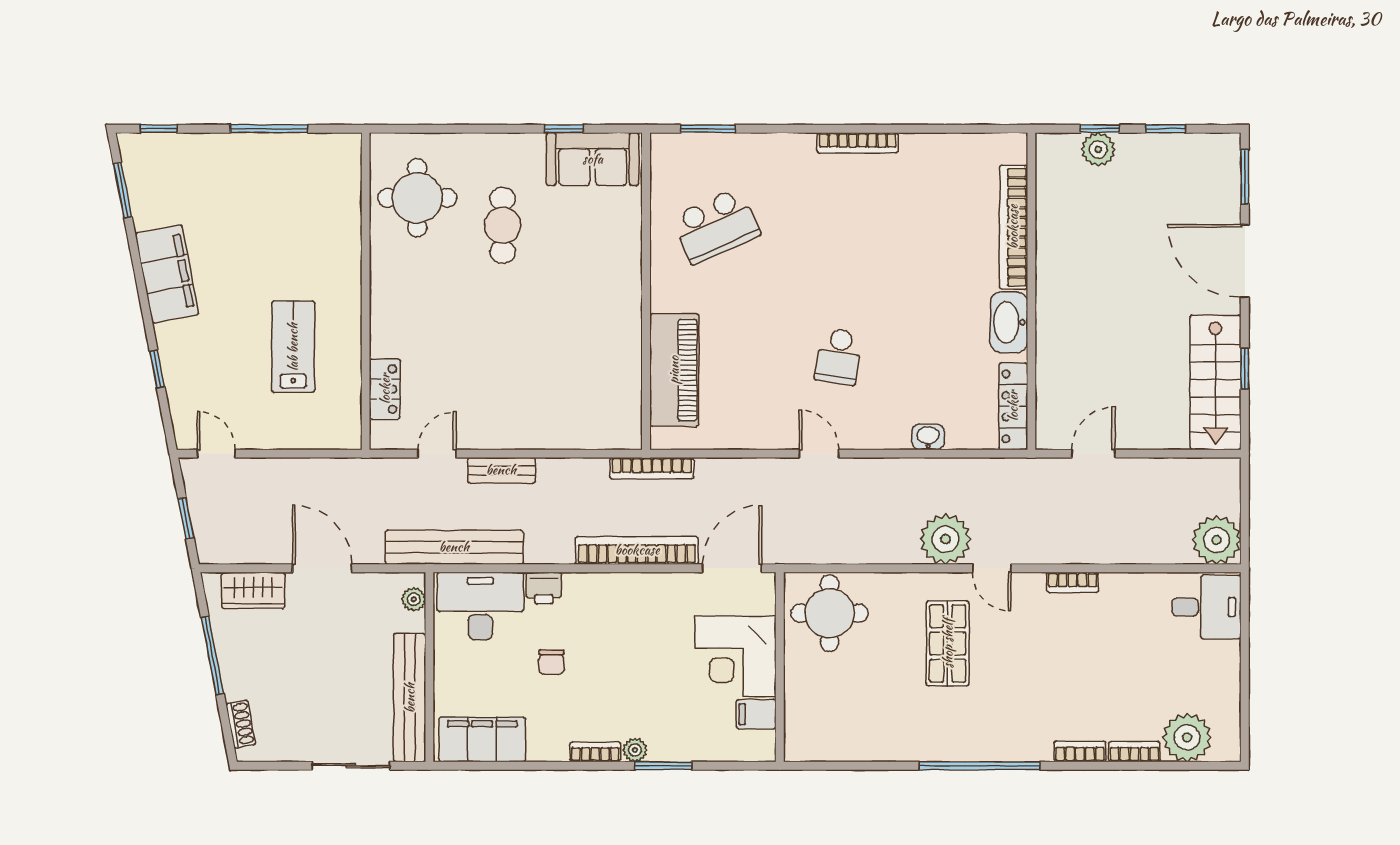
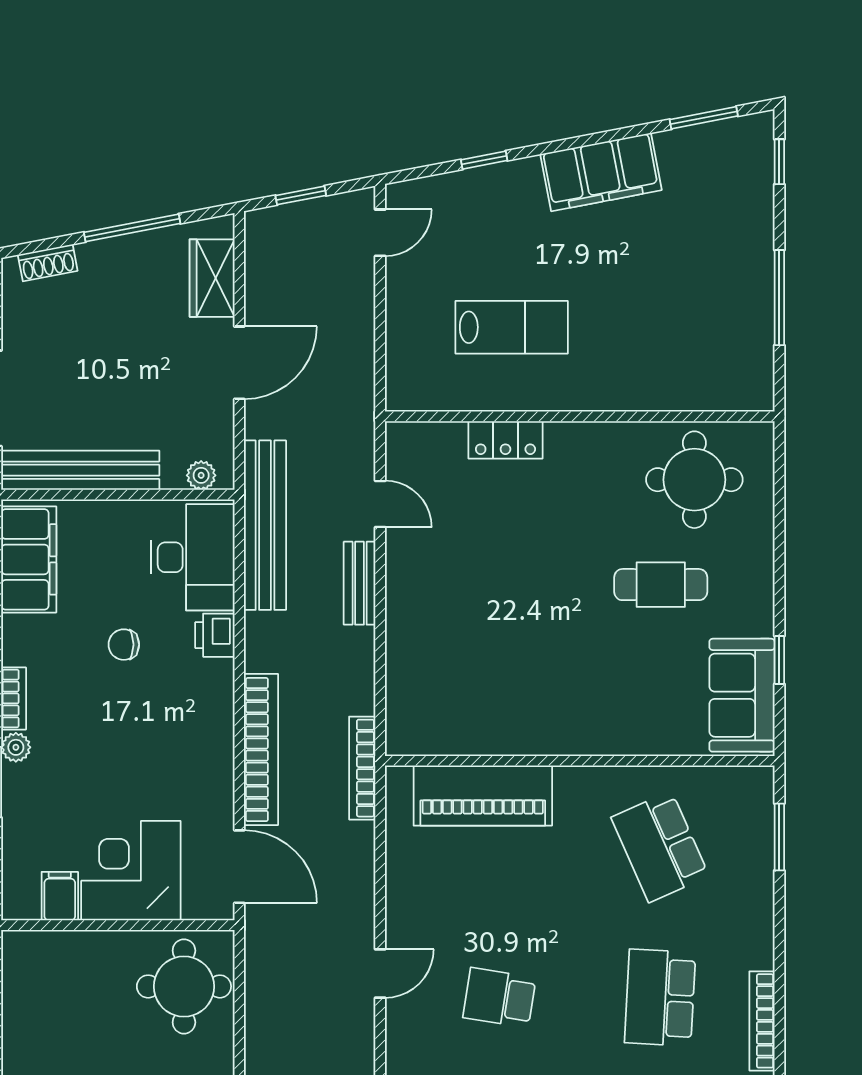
school desk: (839, 226) -> (660, 998), added
locker: (385, 389) -> (505, 440), moved

